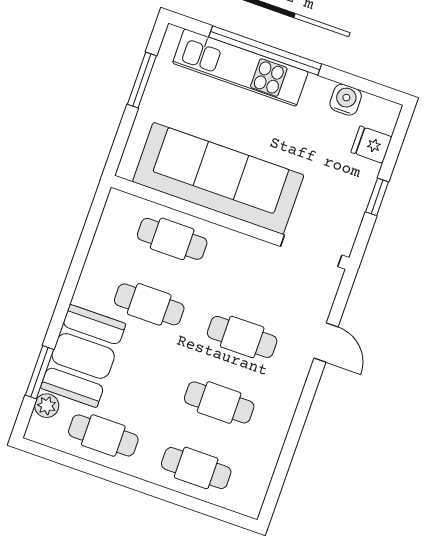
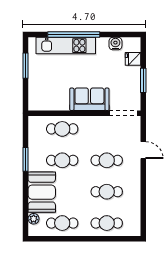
sofa: (218, 178) -> (89, 99), width x0.54, depth x0.79
window: (377, 197) -> (143, 80), width x1.50
window: (40, 372) -> (26, 159), moved

